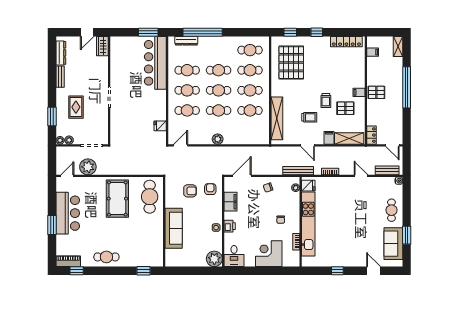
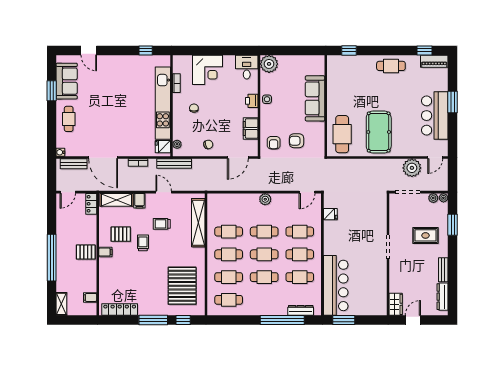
window: (317, 32) -> (153, 320), width x2.17
rug: (76, 107) -> (425, 235), turned 90
door: (392, 145) -> (68, 192), swing flipped
door: (361, 176) -> (103, 158), width x1.87
window: (337, 271) -> (146, 50), moved

